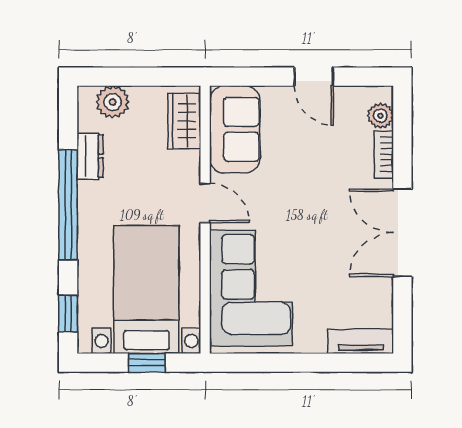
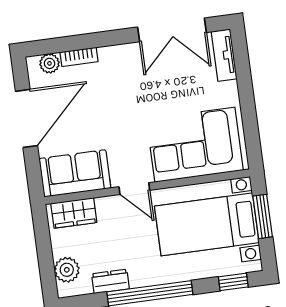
door: (314, 77) -> (27, 118), width x1.87
door: (205, 203) -> (134, 189), swing flipped
double door: (402, 233) -> (172, 30), moved
window: (147, 363) -> (263, 216), width x1.50

